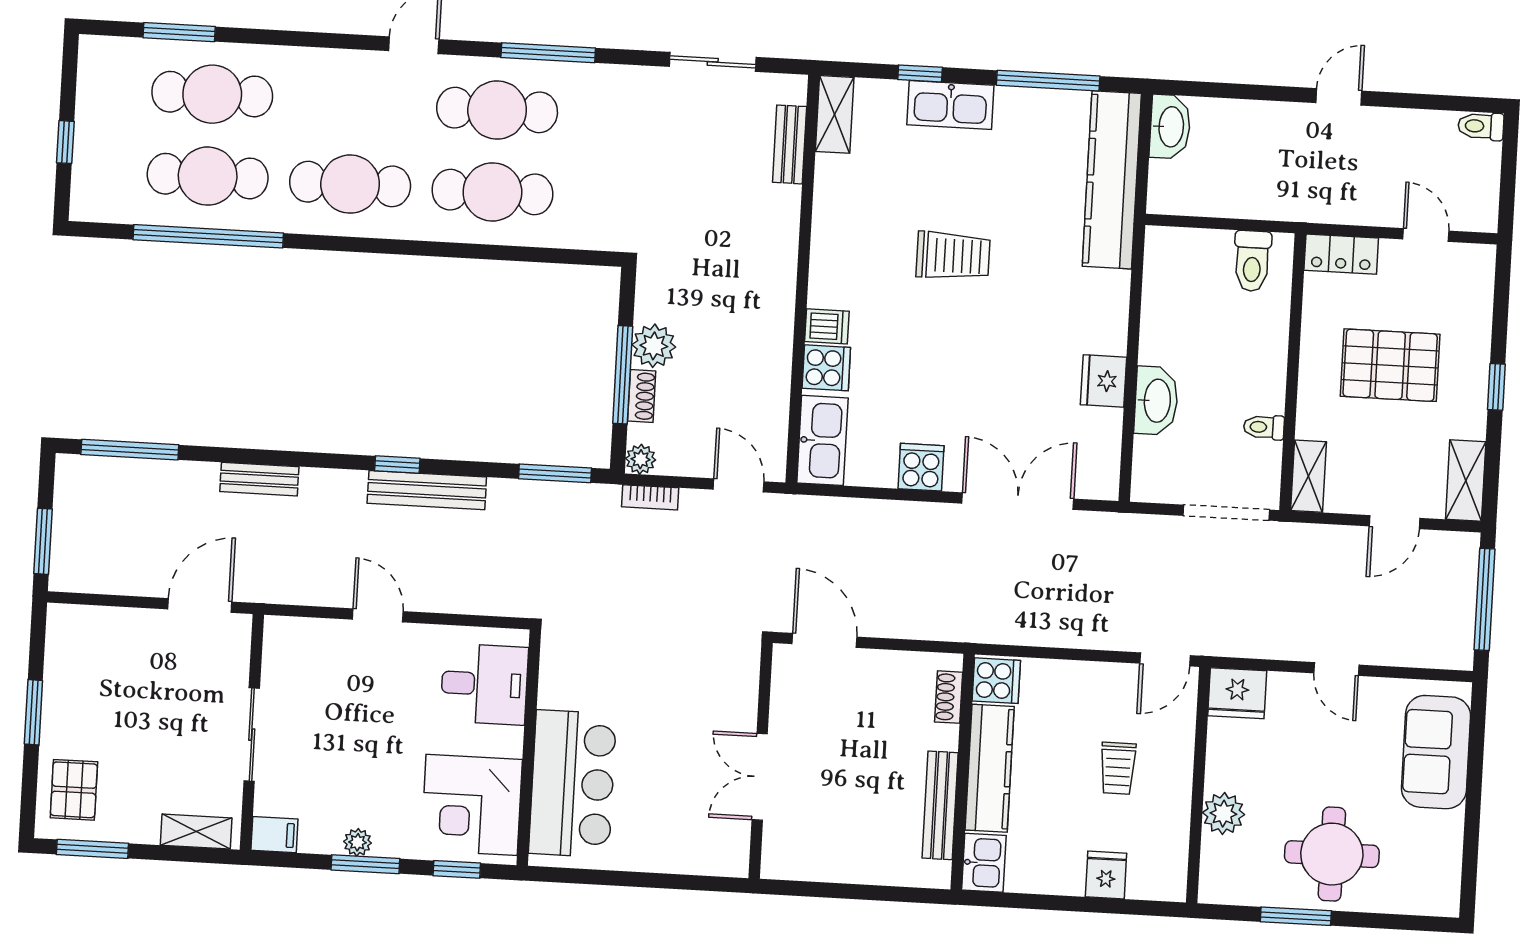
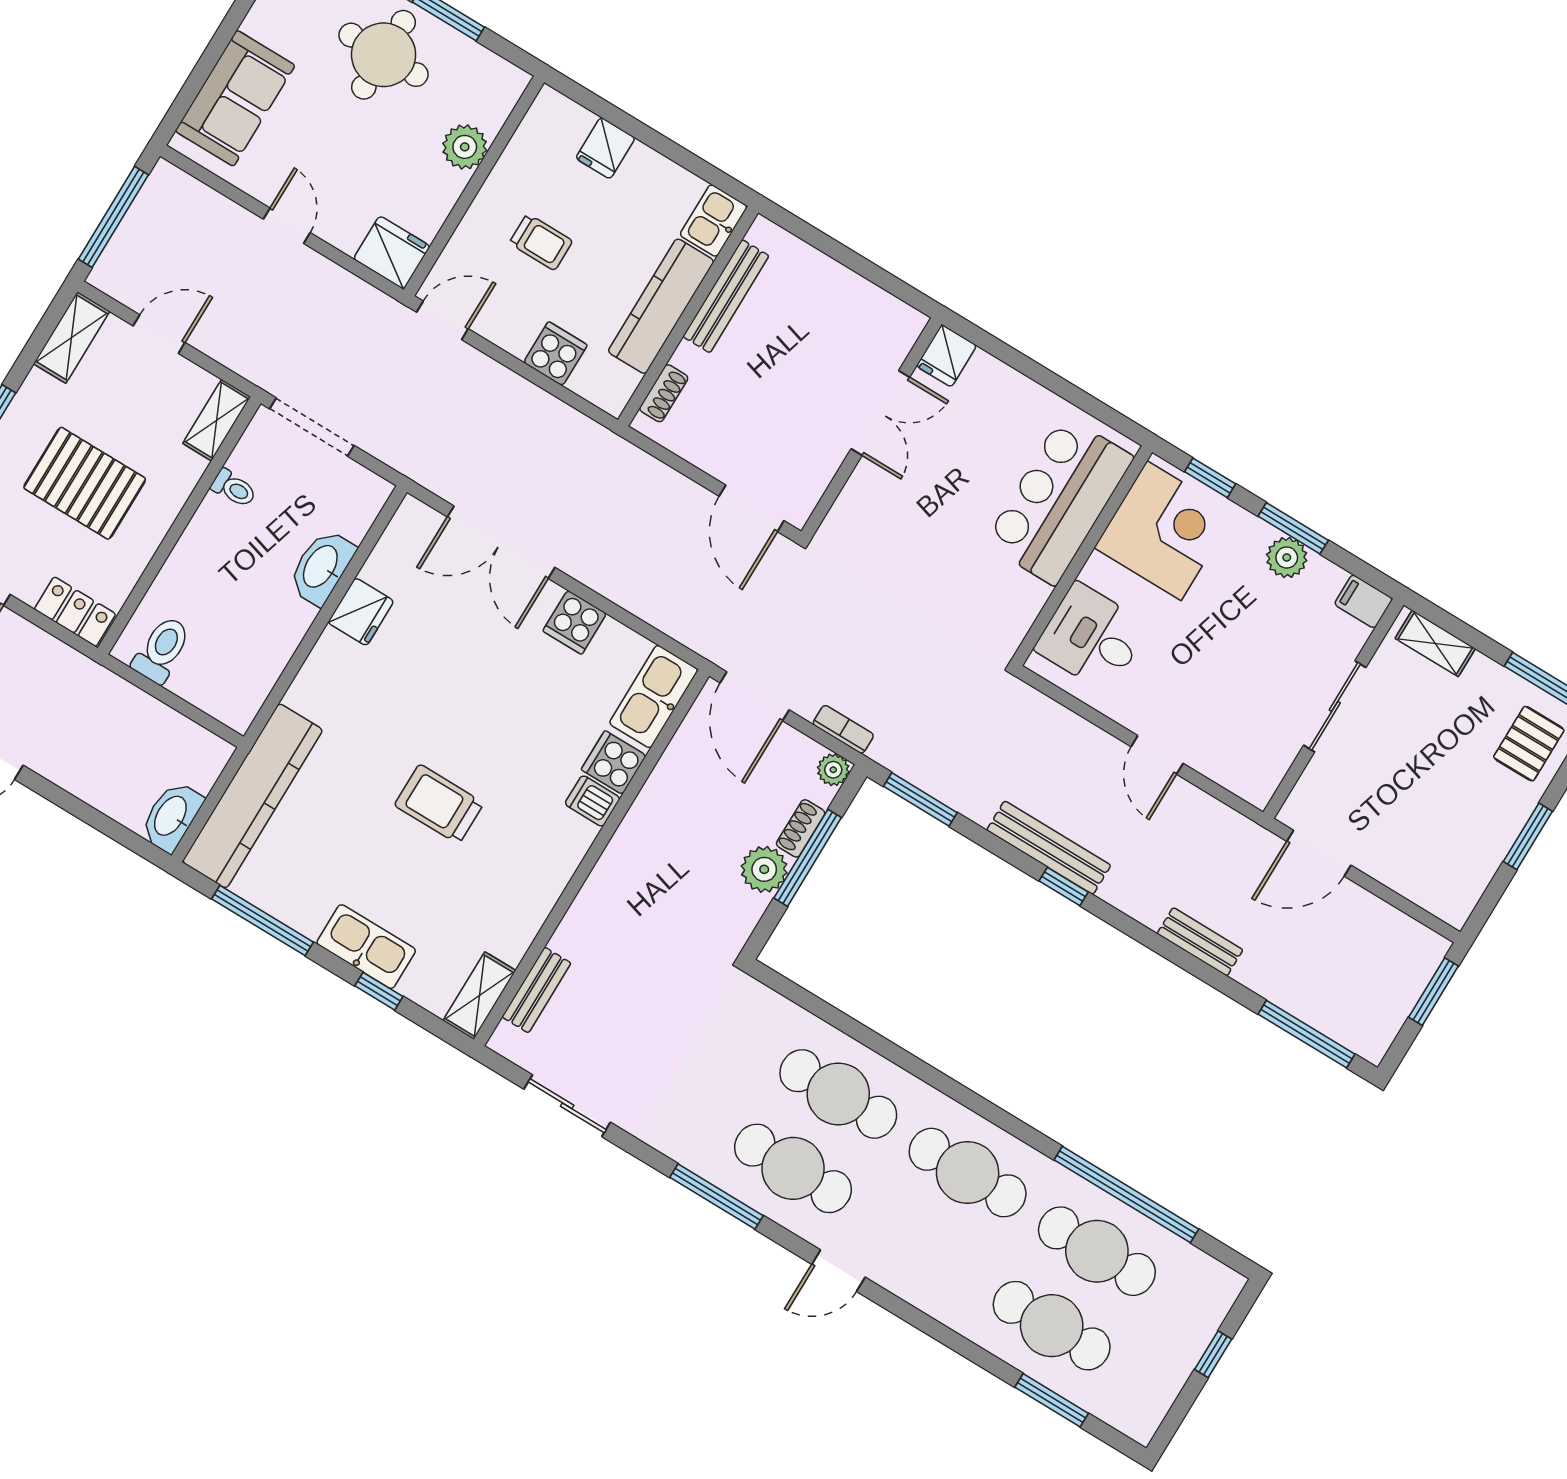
door: (739, 485) -> (755, 696), width x1.38
cooker: (996, 681) -> (555, 354), moved, turned 90
trolley: (1118, 768) -> (541, 242), turned 90
plant: (358, 842) -> (1287, 558), width x1.38, depth x1.38
fridge: (730, 854) -> (947, 356), added

